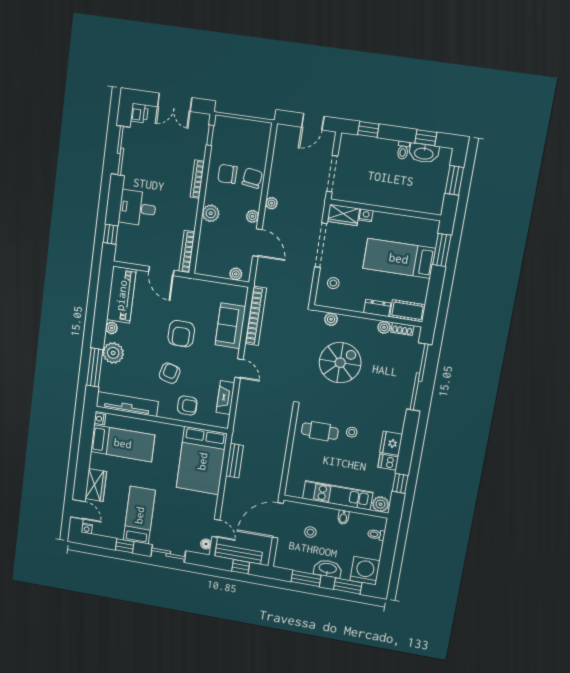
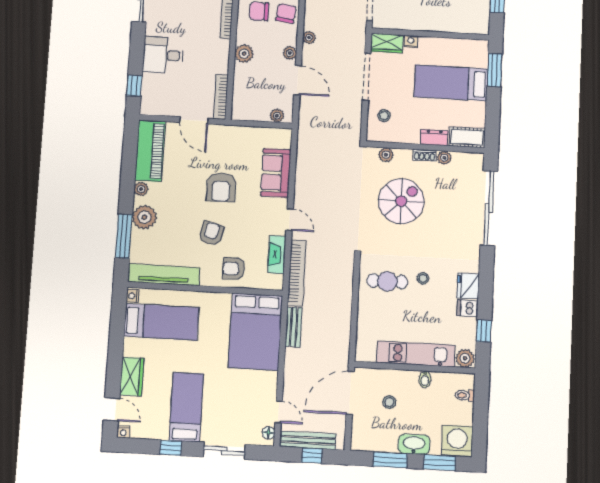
bookcase: (256, 316) -> (297, 273), moved
shoe rack: (402, 329) -> (425, 155), moved
armchair: (187, 405) -> (234, 269), turned 180

